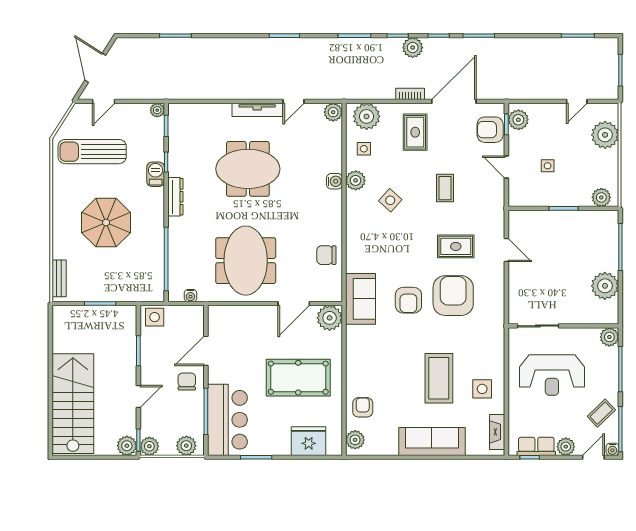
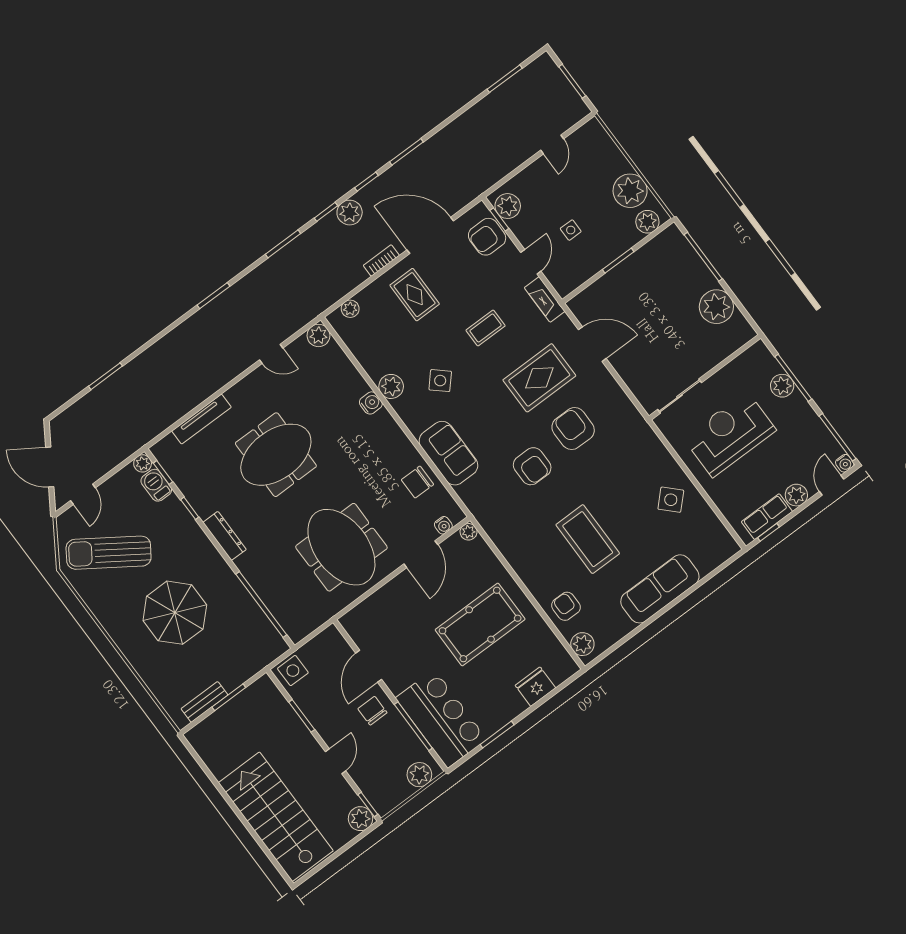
door: (293, 101) -> (271, 354), hinge flipped
door: (454, 101) -> (430, 235), hinge flipped
tv unit: (257, 110) -> (201, 419), moved
plant: (367, 116) -> (350, 309), width x0.53, depth x0.53
plant: (605, 135) -> (630, 191), moved
side table: (364, 149) -> (376, 349), removed
sun lounger: (92, 152) -> (109, 553), turned 34
door: (506, 167) -> (531, 262), swing flipped
barbecue: (156, 174) -> (156, 485), moved
coffee table: (445, 188) -> (486, 328), turned 90
rug: (456, 246) -> (539, 378), width x1.36, depth x1.43
door: (506, 250) -> (592, 344), width x1.38
bench: (59, 278) -> (204, 702), moved, turned 90
water cooler: (190, 296) -> (443, 525), moved
armchair: (453, 296) -> (573, 429), width x0.73, depth x0.73
sofa: (360, 299) -> (448, 453), moved
plant: (330, 318) -> (469, 532), width x0.53, depth x0.53
plant: (609, 337) -> (782, 386), moved
reception desk: (552, 375) -> (730, 434), turned 180
coffee table: (439, 378) -> (588, 539), moved
side table: (482, 389) -> (671, 500), turned 45
coffee table: (601, 413) -> (807, 436), removed
fireplace: (497, 432) -> (545, 299), moved
fridge: (309, 441) -> (535, 687), width x0.73, depth x0.75
plant: (149, 446) -> (383, 803), removed

